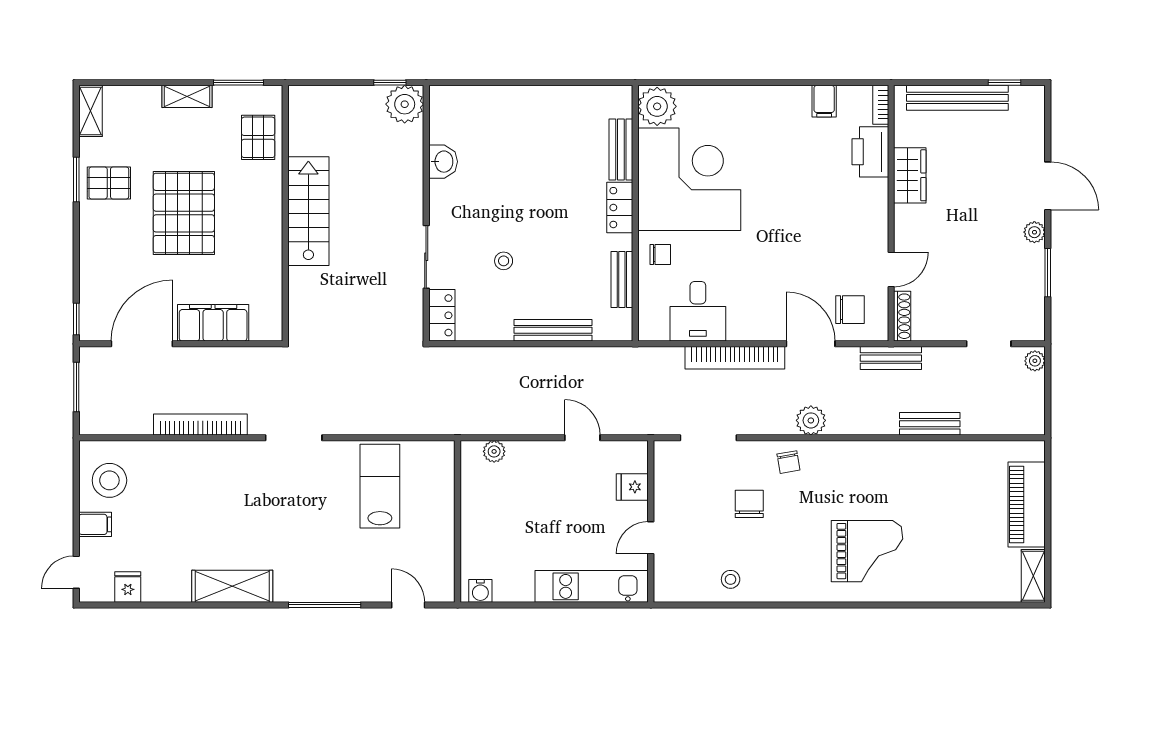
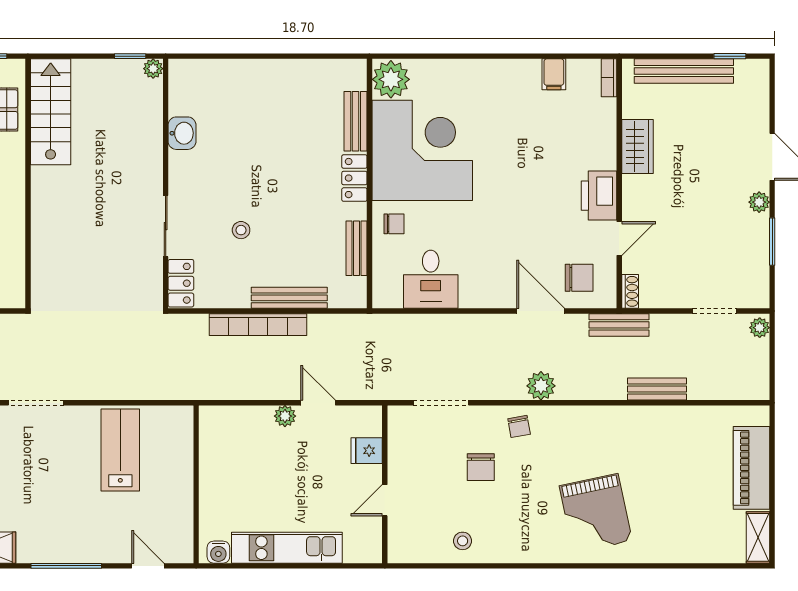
plant: (405, 104) -> (153, 69), width x0.53, depth x0.53
printer: (870, 152) -> (599, 196), moved
stairs: (308, 211) -> (51, 112), moved
shoe rack: (902, 316) -> (630, 291), width x0.70
bookcase: (735, 358) -> (258, 325), moved
plant: (494, 451) -> (285, 416), moved
chair: (749, 504) -> (481, 467), turned 180
grand piano: (867, 551) -> (596, 513), turned 78
kitchen unit: (592, 586) -> (287, 548), moved

